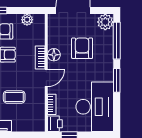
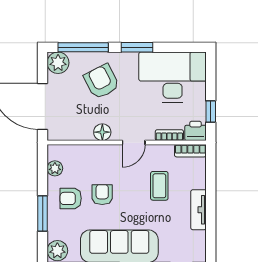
armchair: (82, 48) -> (102, 82), moved, turned 63
bookcase: (40, 58) -> (190, 151), moved
door: (46, 78) -> (134, 143), swing flipped

